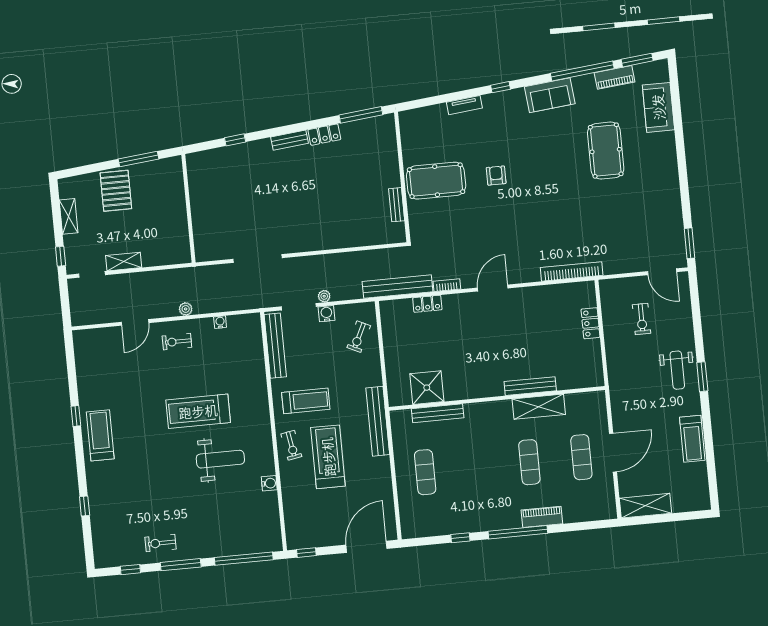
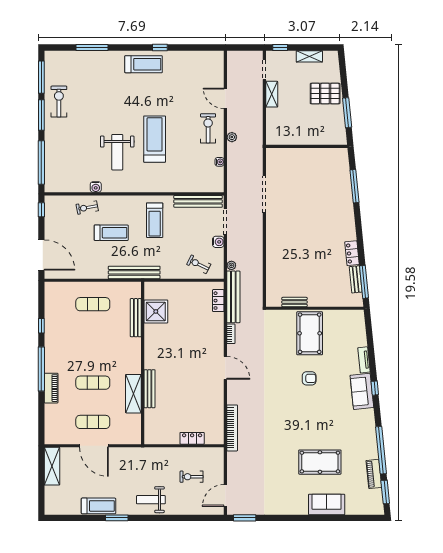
sofa: (550, 95) -> (362, 391), moved
sofa: (658, 107) -> (327, 504), moved
window: (235, 140) -> (354, 186), width x2.17
bench: (290, 140) -> (356, 279), moved
plant: (324, 296) -> (231, 265), moved
locker: (427, 304) -> (218, 301), moved
exercise bike: (177, 342) -> (208, 128), width x1.38, depth x1.39
window: (702, 377) -> (117, 518), moved
treadmill: (692, 439) -> (99, 506), turned 180
exercise bike: (291, 445) -> (87, 208), moved
treadmill: (328, 457) -> (111, 233), width x0.73, depth x0.73
window: (85, 506) -> (92, 48), width x2.17
exercise bike: (161, 543) -> (59, 102), width x1.38, depth x1.39
window: (130, 570) -> (41, 77), width x2.17

